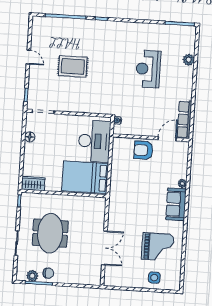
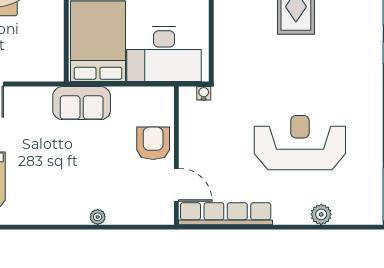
reception desk: (148, 69) -> (300, 143), width x1.36, depth x1.30
row of seats: (184, 119) -> (226, 214), width x1.36
sofa: (176, 204) -> (82, 103), moved, turned 180

